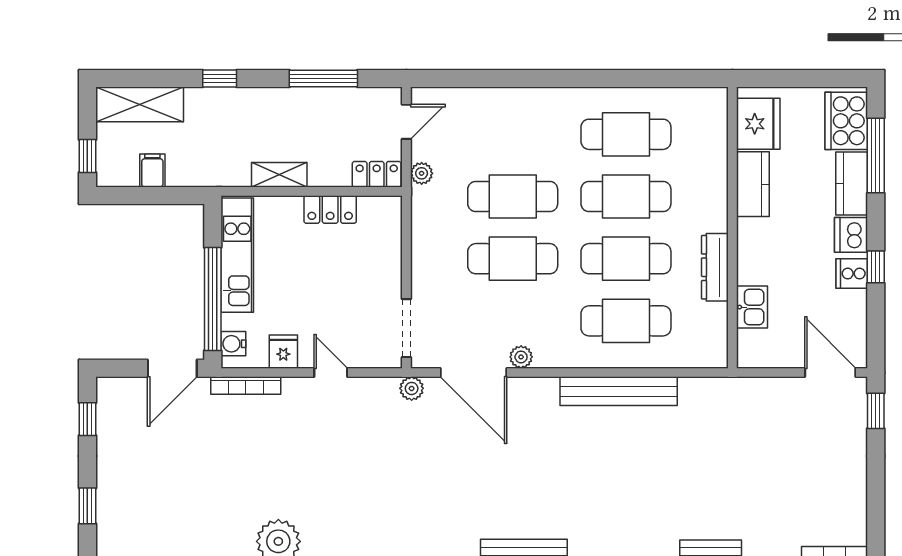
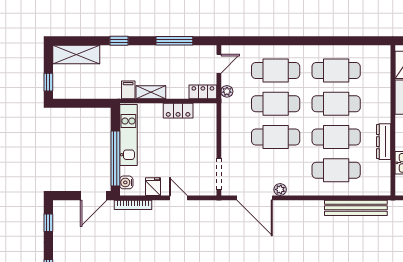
cafe table: (513, 134) -> (276, 71), added
filing cabinet: (152, 171) -> (128, 90), moved
plant: (412, 388) -> (222, 206), removed
bench: (619, 391) -> (356, 208), moved

